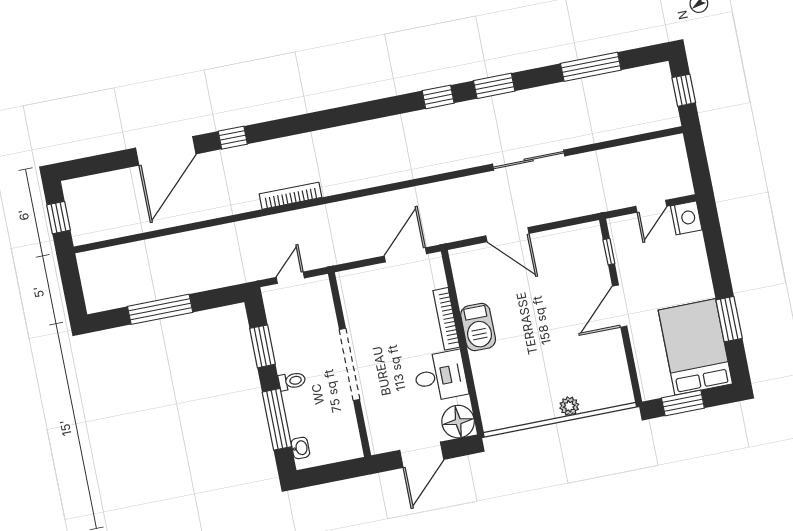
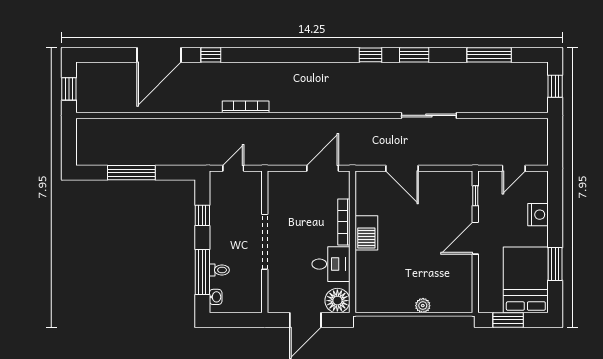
nightstand: (686, 218) -> (538, 215), moved
window: (263, 346) -> (202, 215), width x0.67
toilet: (292, 381) -> (219, 270), moved

